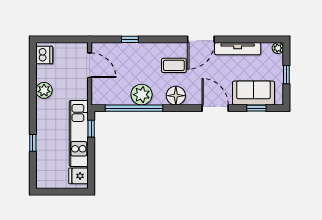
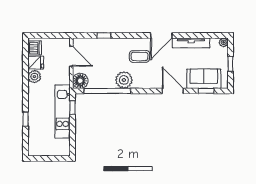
plant: (142, 95) -> (124, 80), moved
floor lamp: (176, 96) -> (80, 81), moved
fridge: (79, 176) -> (36, 63), moved, turned 180

